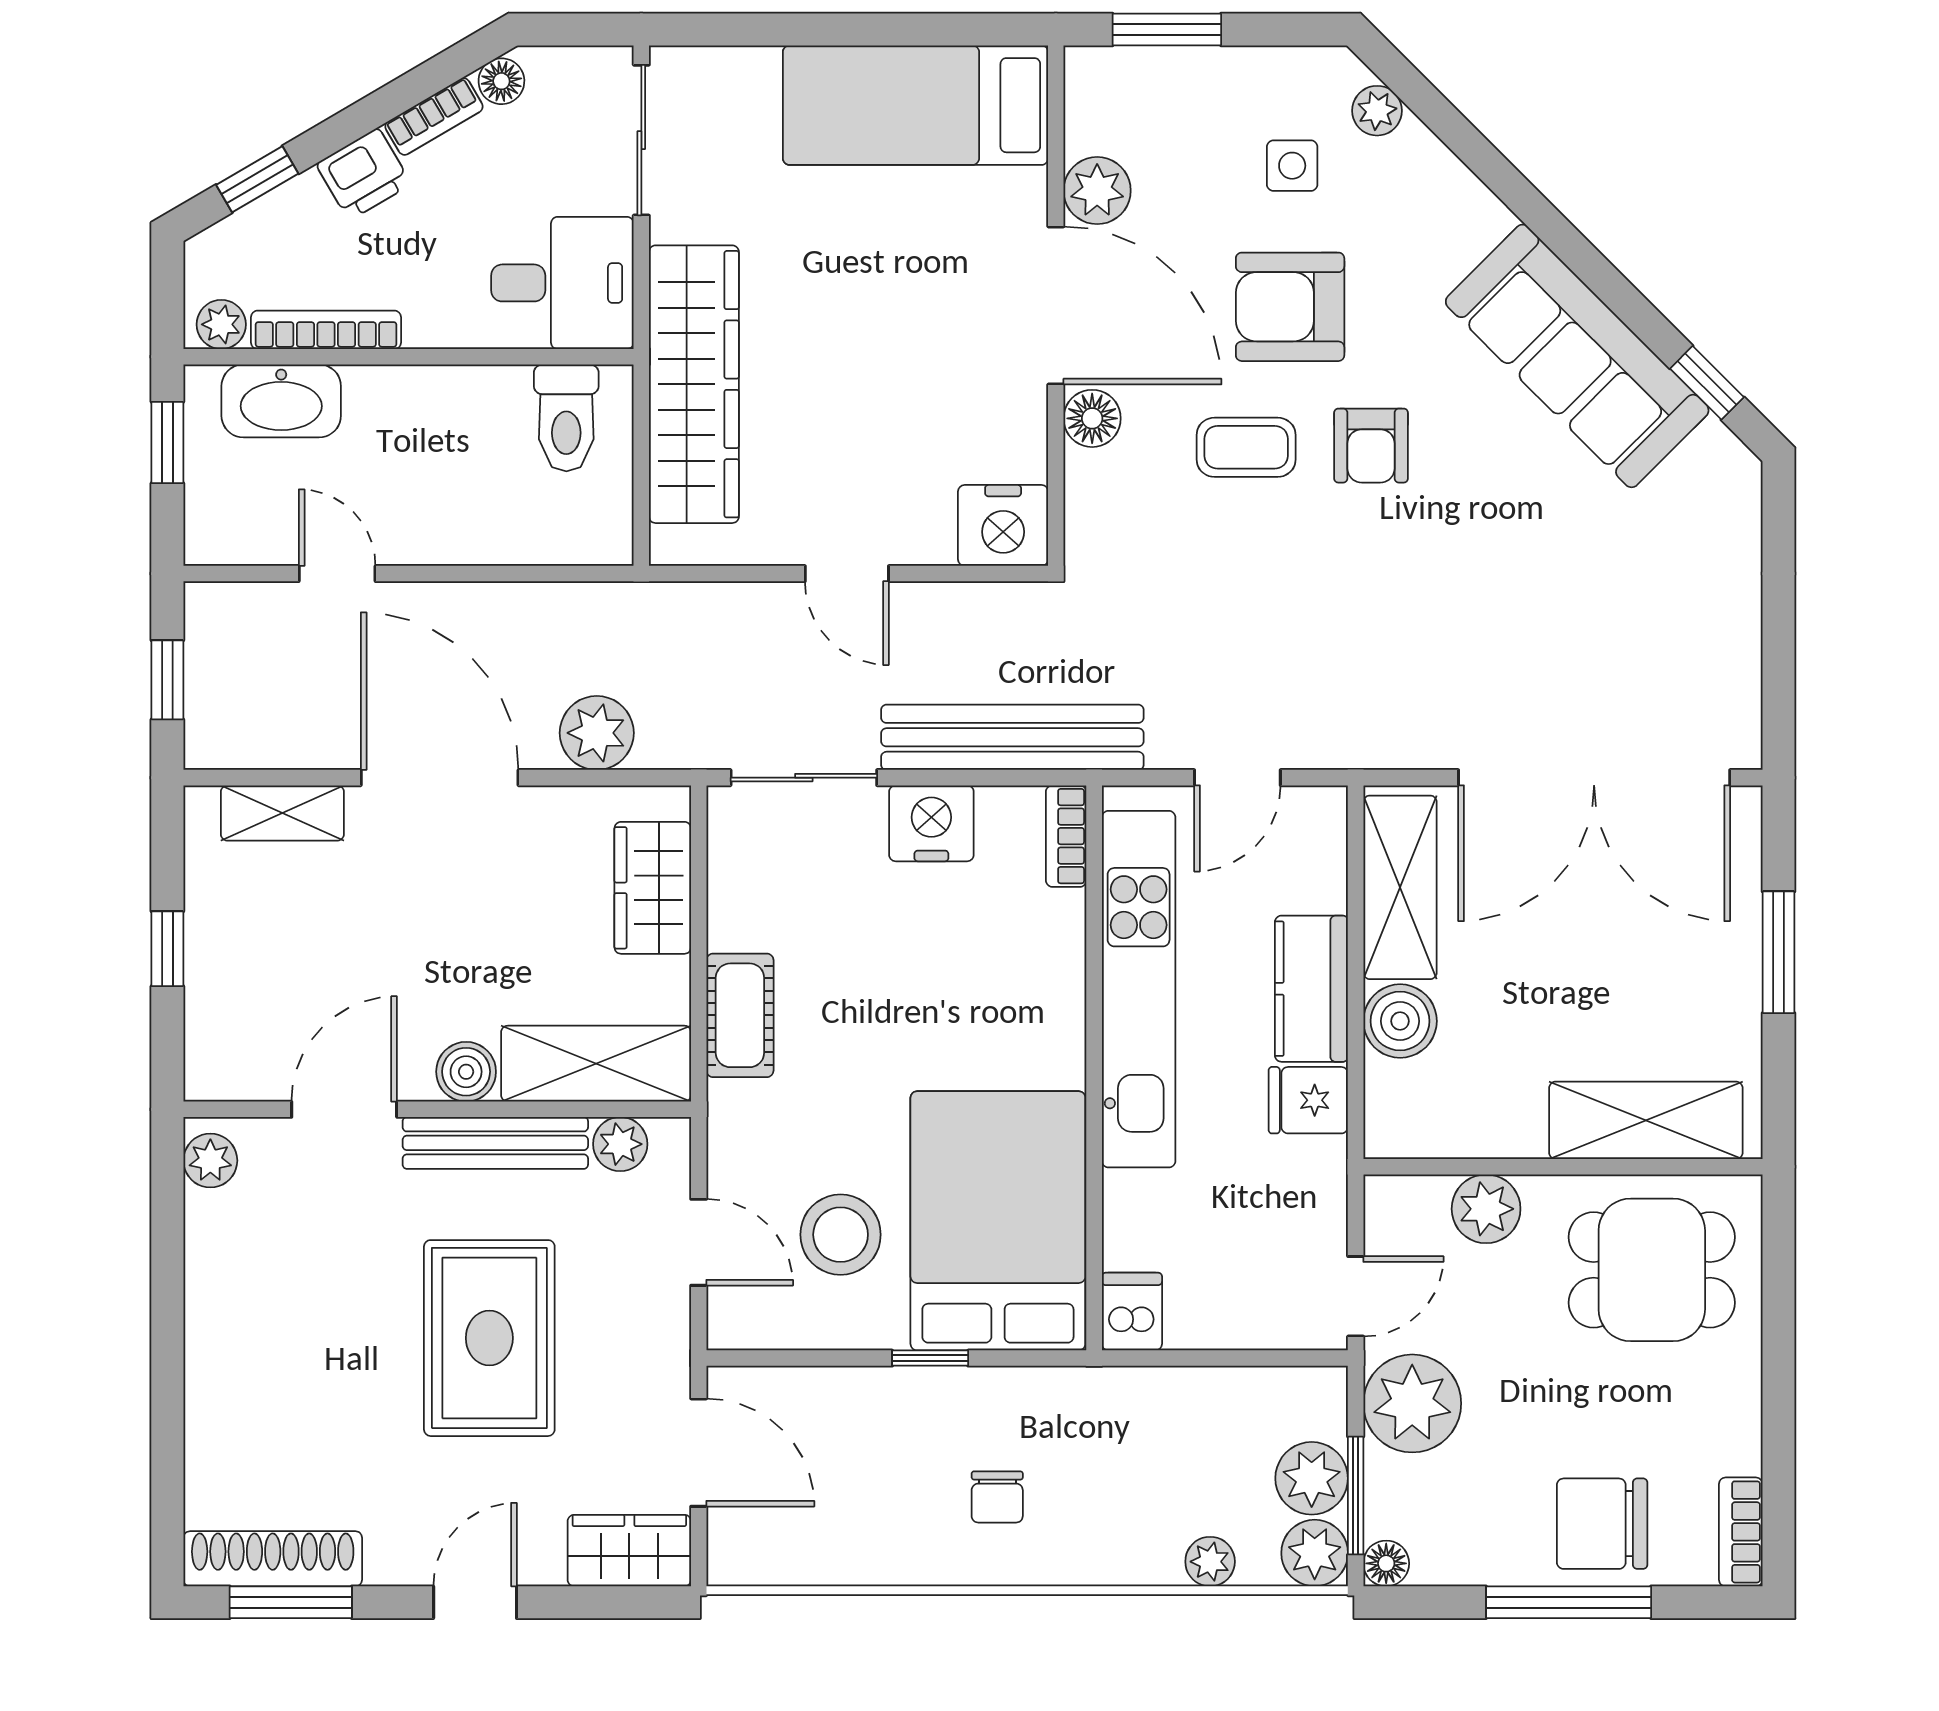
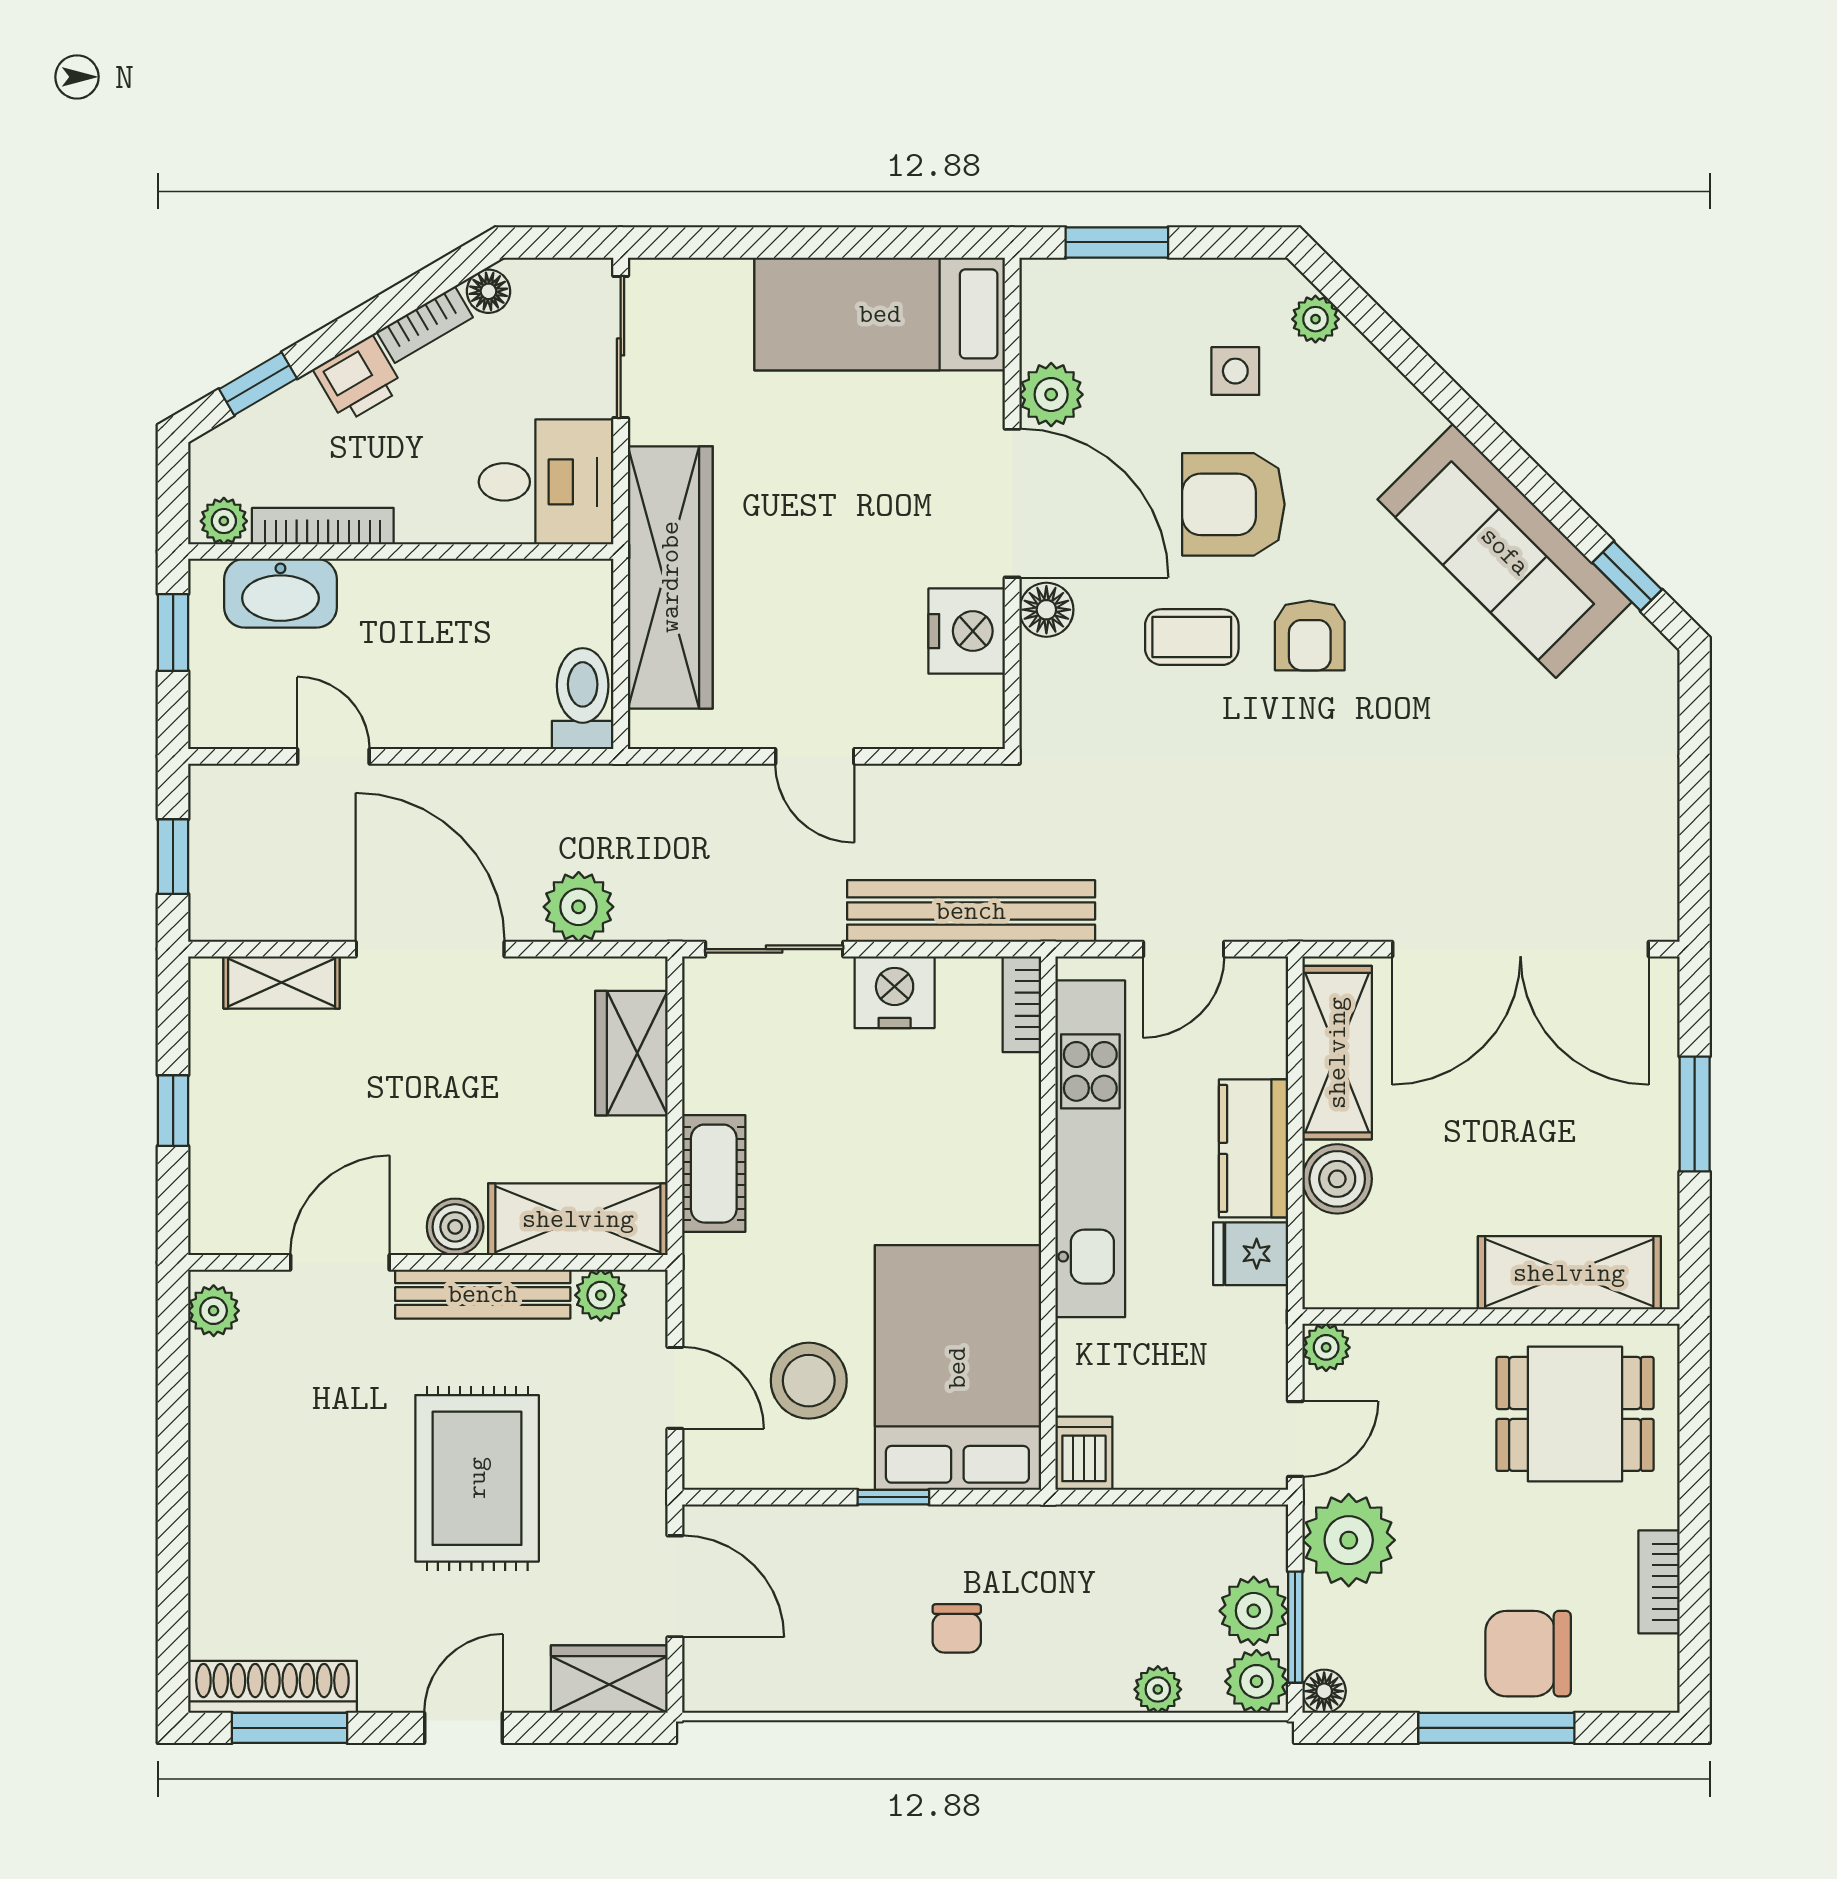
toilet: (566, 418) -> (583, 699), moved, turned 180
nightstand: (1003, 525) -> (967, 631), moved, turned -90
plant: (1486, 1209) -> (1326, 1347), moved, width x0.73, depth x0.73
bookcase: (1741, 1532) -> (1659, 1582), moved

